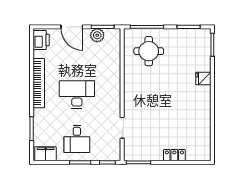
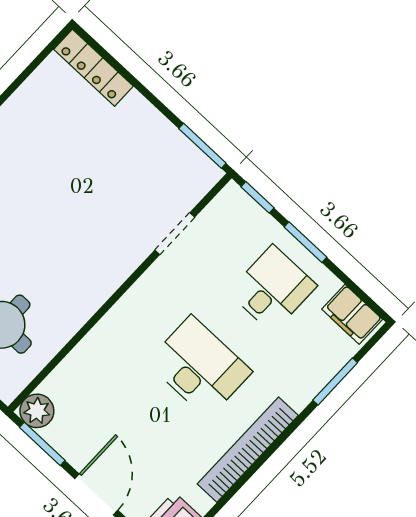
plant: (97, 35) -> (37, 411), moved
desk: (77, 95) -> (199, 367), turned 180
locker: (174, 155) -> (94, 68), moved, width x1.53

